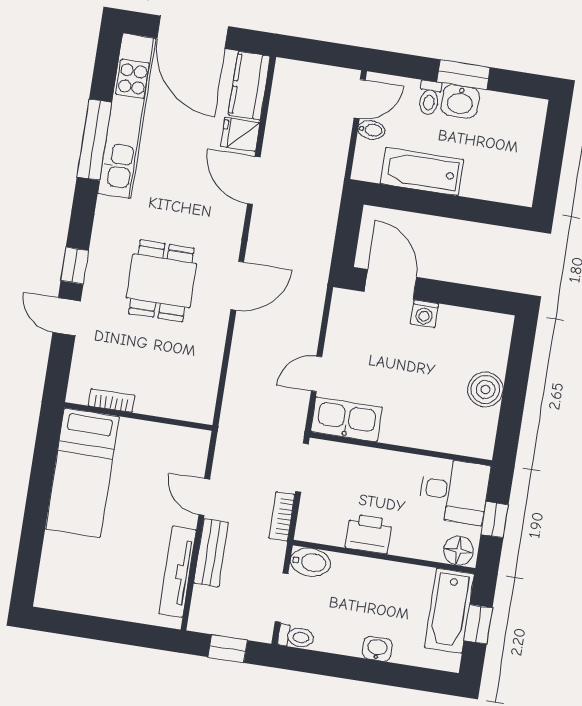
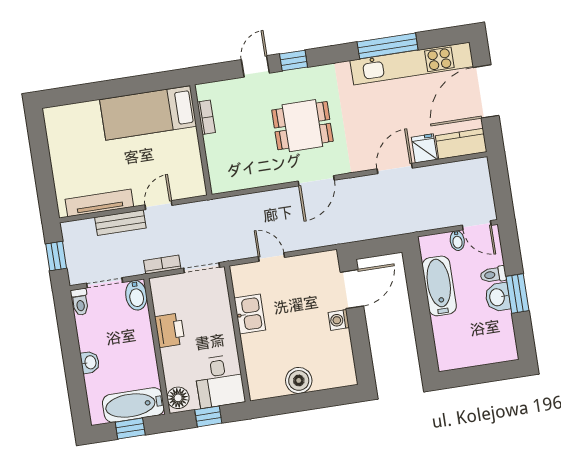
door: (237, 286) -> (316, 181), hinge flipped
kitchen sink: (346, 419) -> (250, 314), moved, width x0.73

